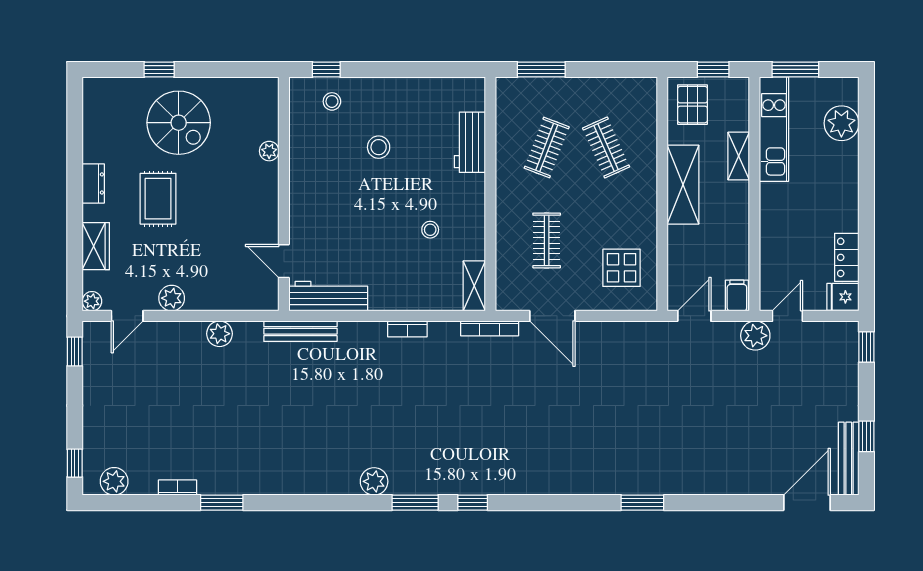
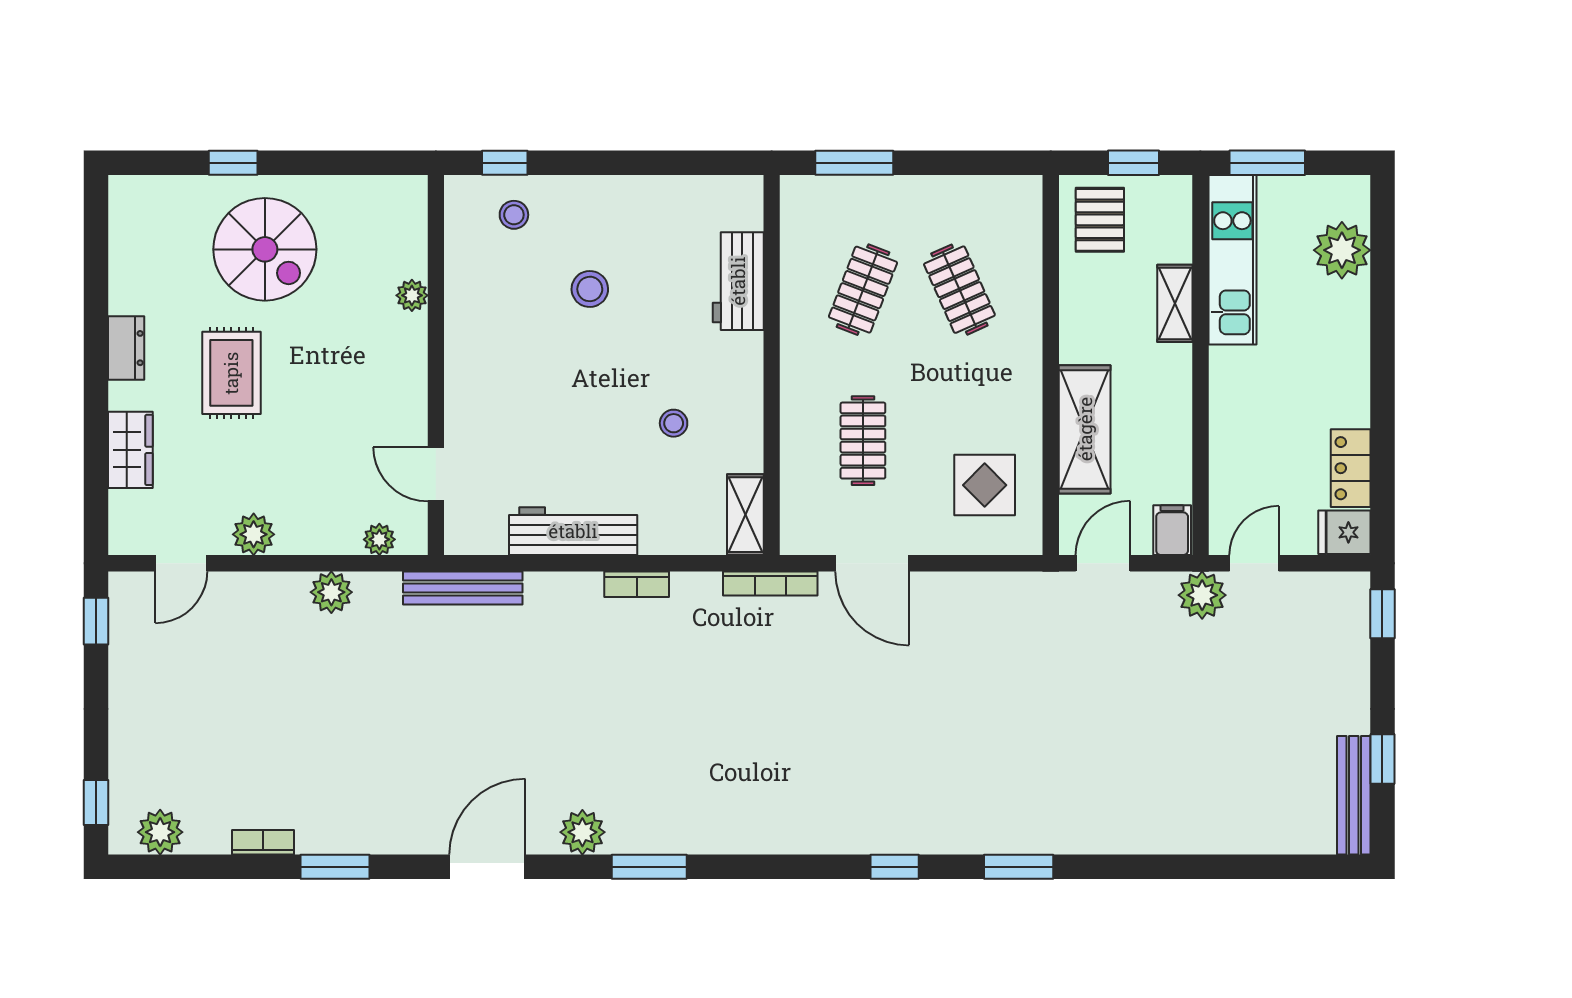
shelving: (683, 185) -> (1085, 429), moved
workbench: (328, 296) -> (573, 531), moved
plant: (92, 301) -> (379, 539), moved
window: (473, 503) -> (895, 867), moved
door: (807, 503) -> (487, 867), moved

